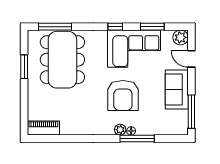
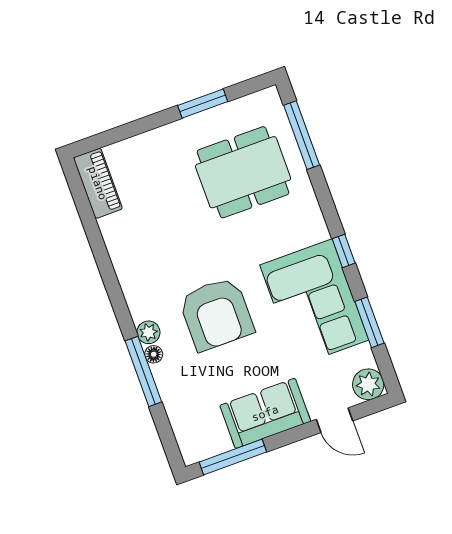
door: (191, 59) -> (335, 420), swing flipped
dining table: (62, 60) -> (243, 172), width x0.73, depth x0.80
armchair: (123, 95) -> (216, 314), turned -90

